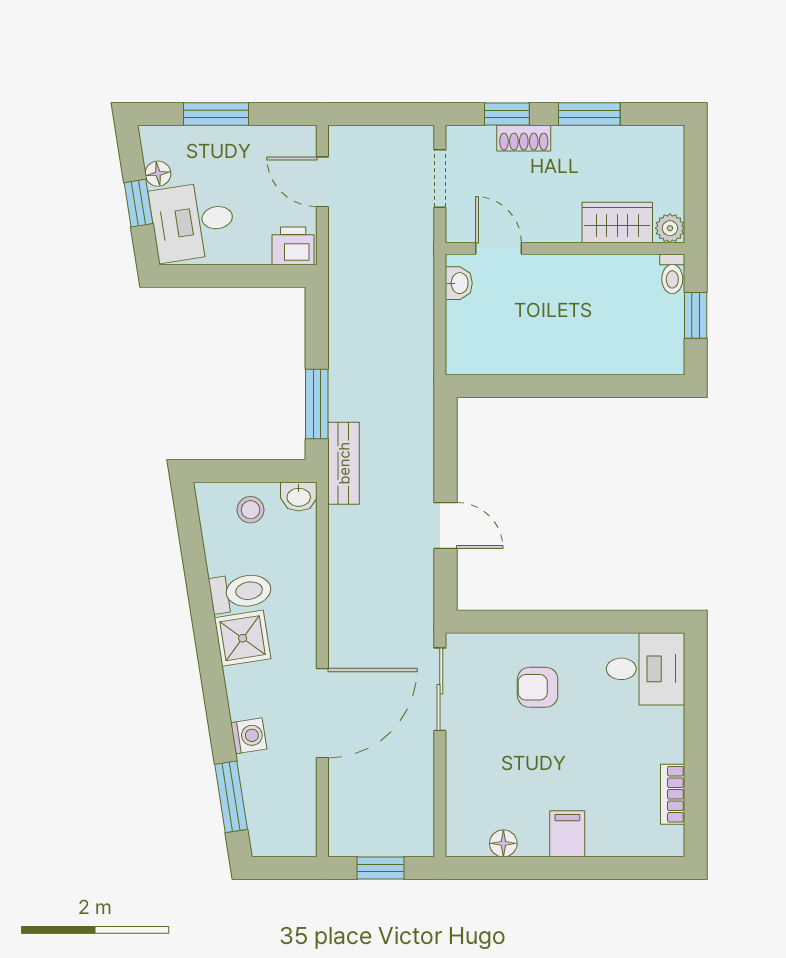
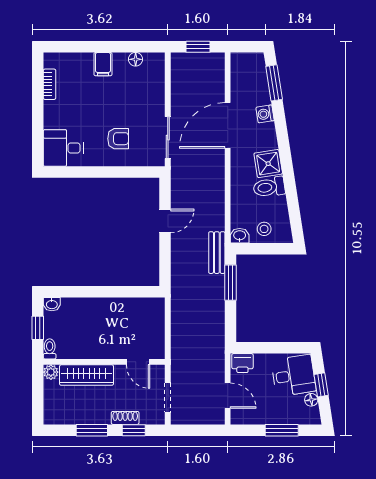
wardrobe: (617, 222) -> (87, 375), width x1.50
washbasin: (459, 283) -> (52, 304), moved, turned -90
door: (445, 525) -> (165, 221), swing flipped

